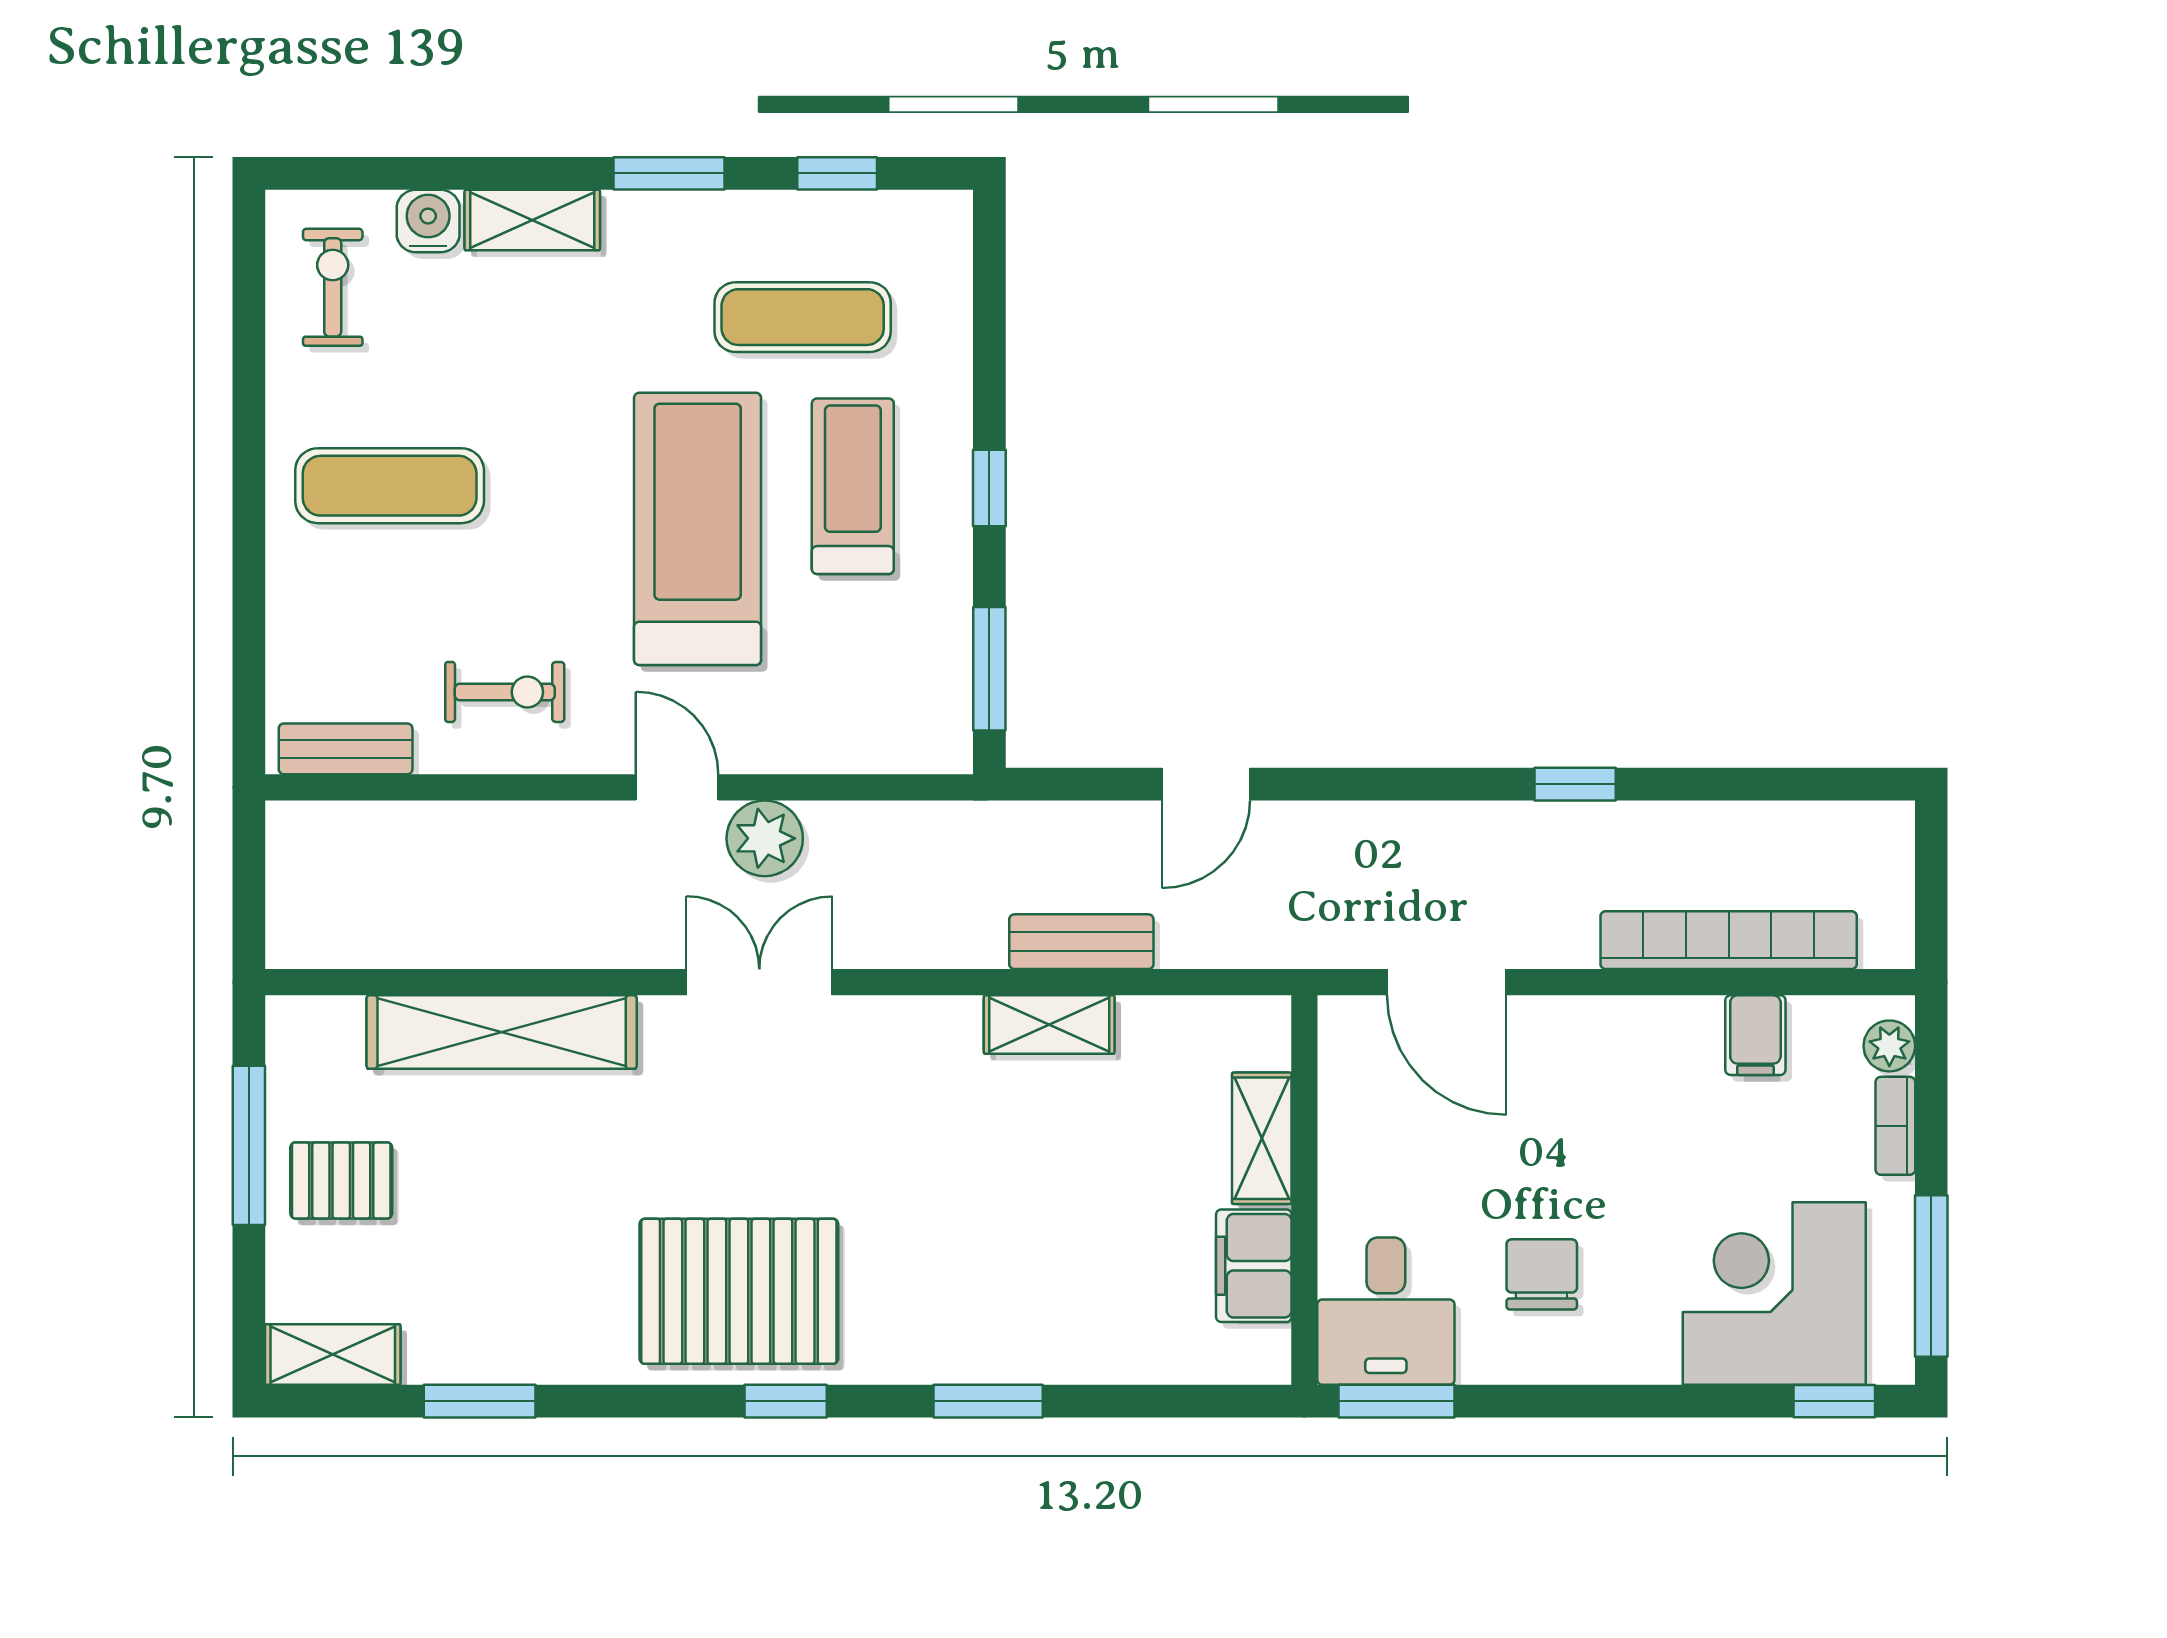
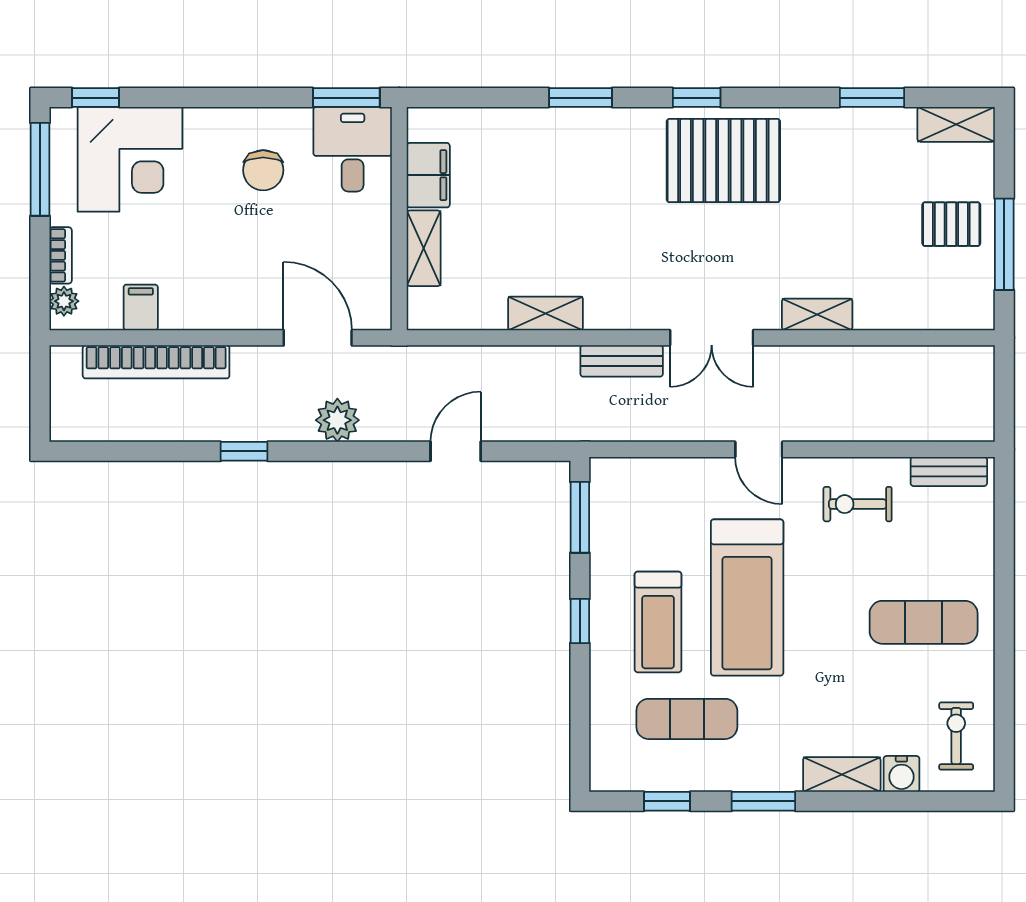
exercise bike: (333, 287) -> (956, 736), turned 180
plant: (765, 838) -> (337, 420), moved
bench: (1081, 942) -> (622, 361), moved
shelving: (502, 1032) -> (817, 314), width x0.45, depth x0.75

